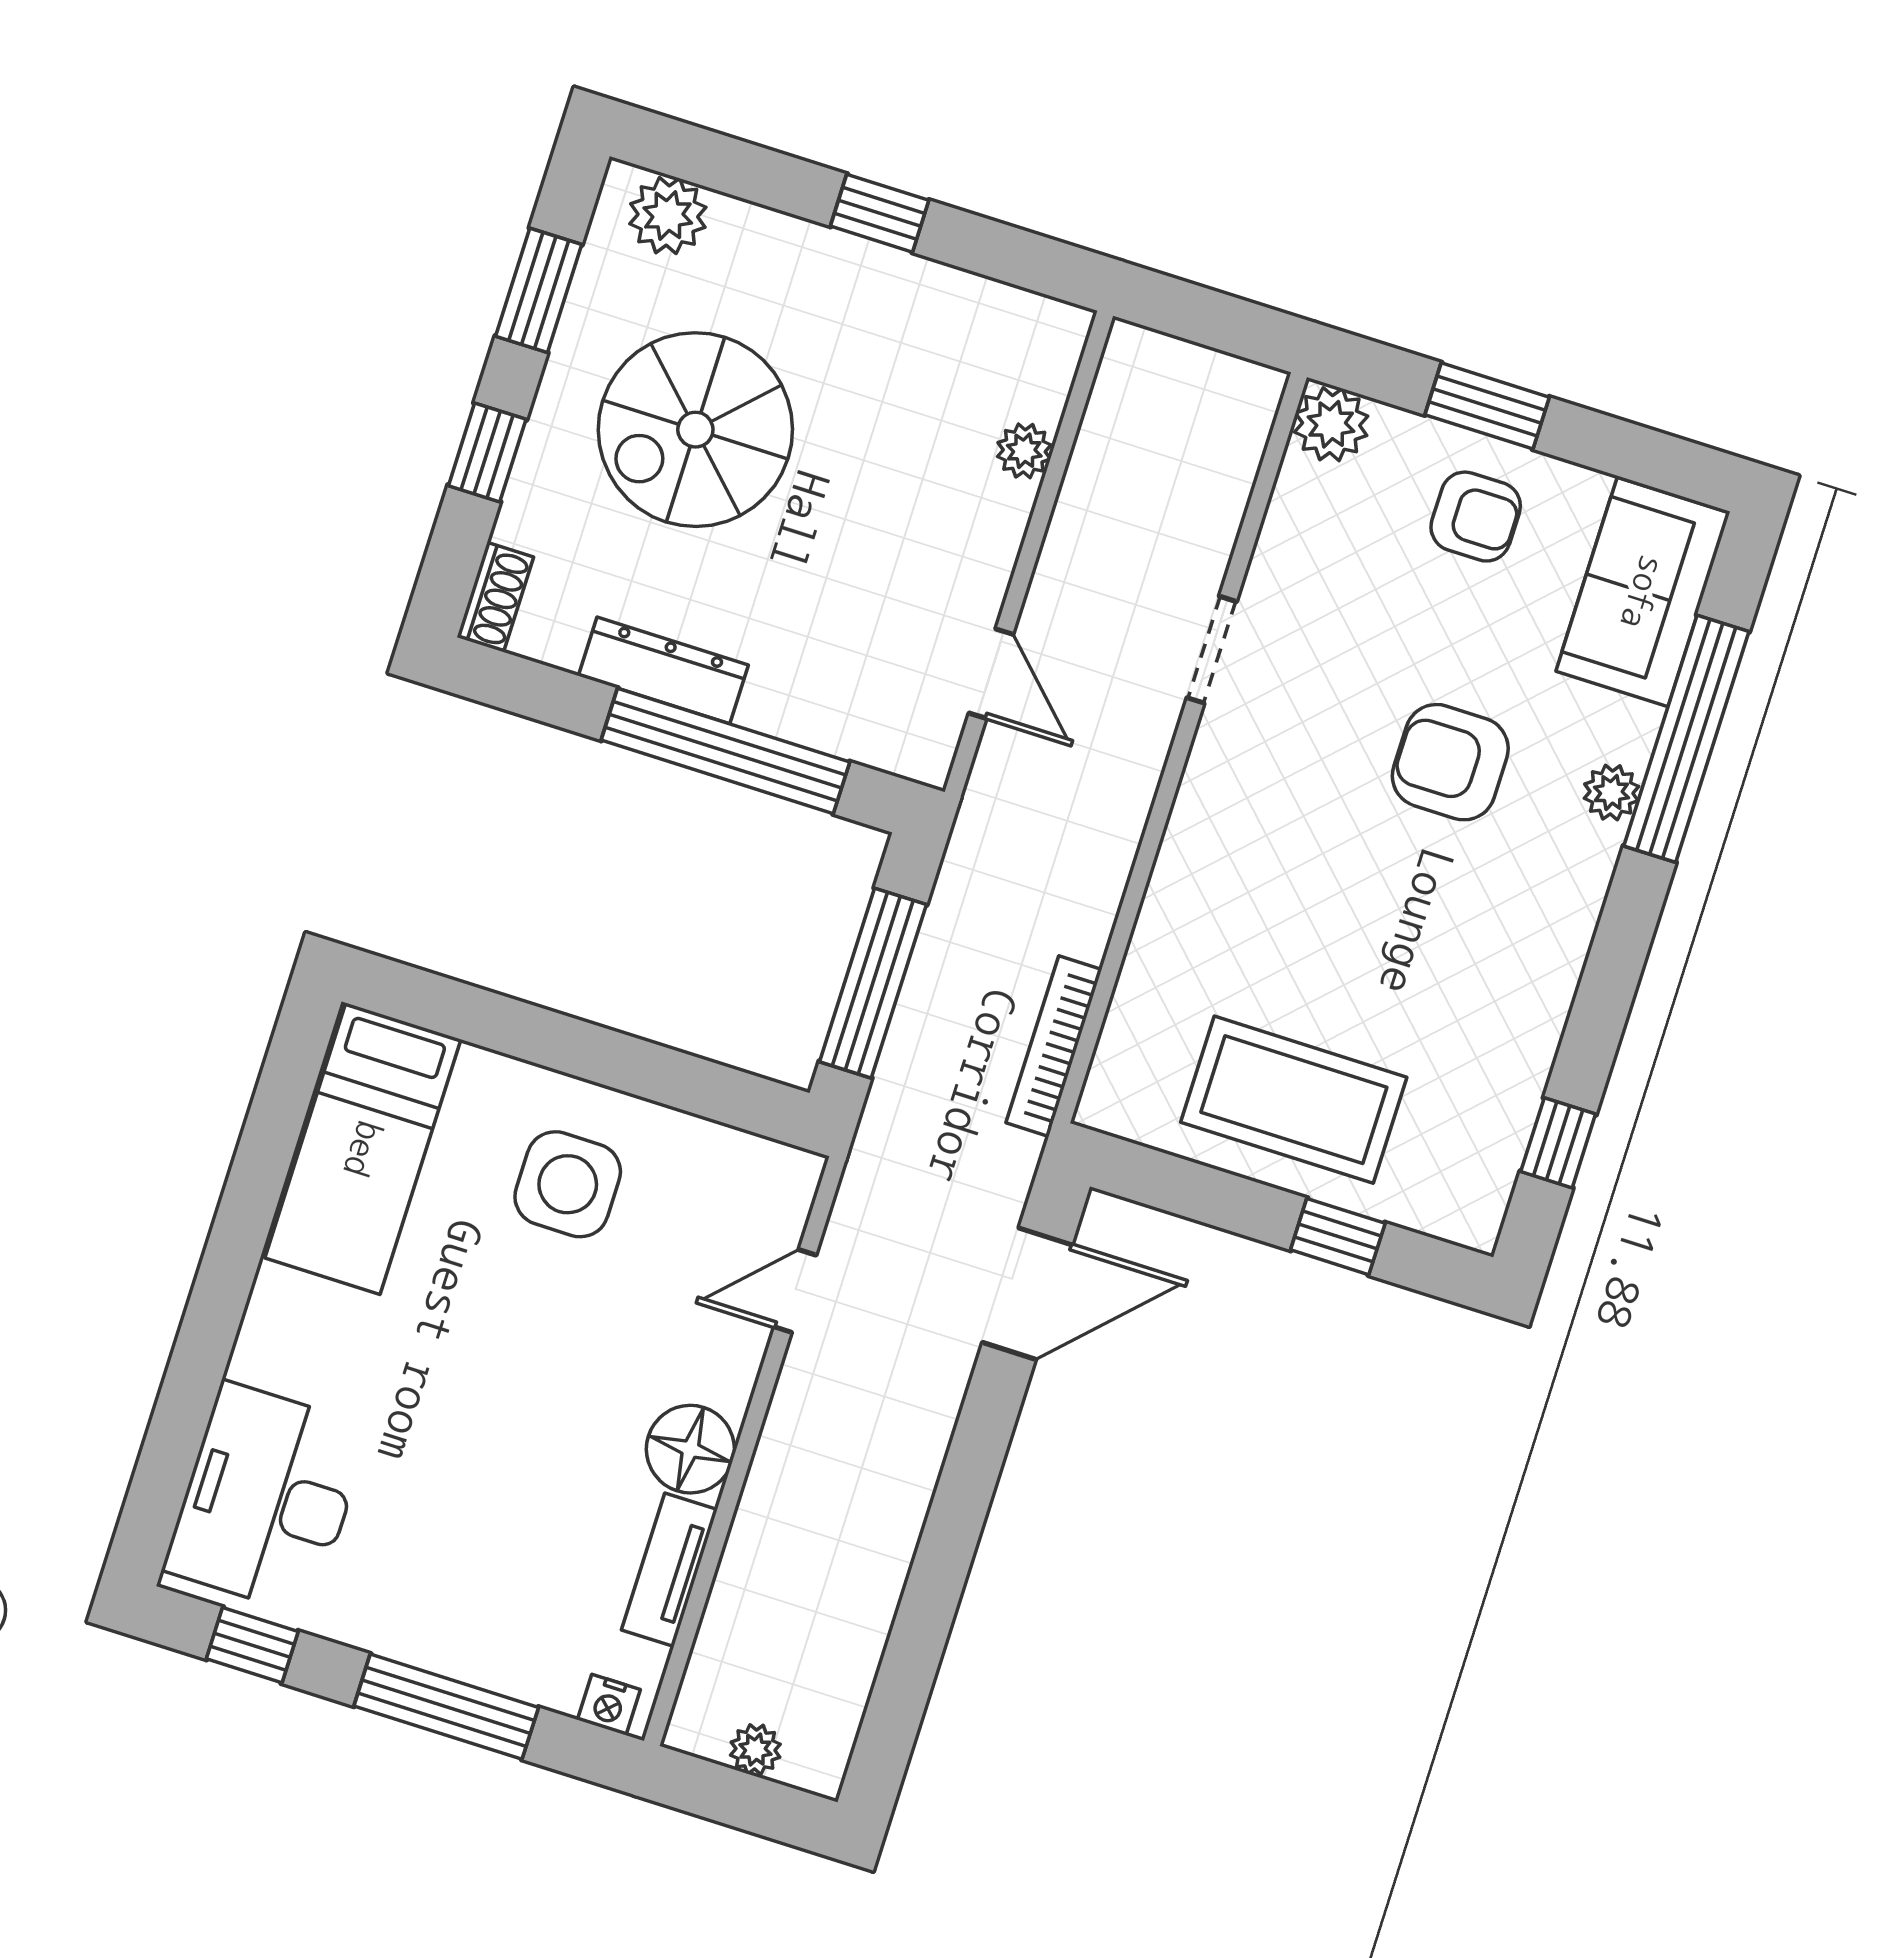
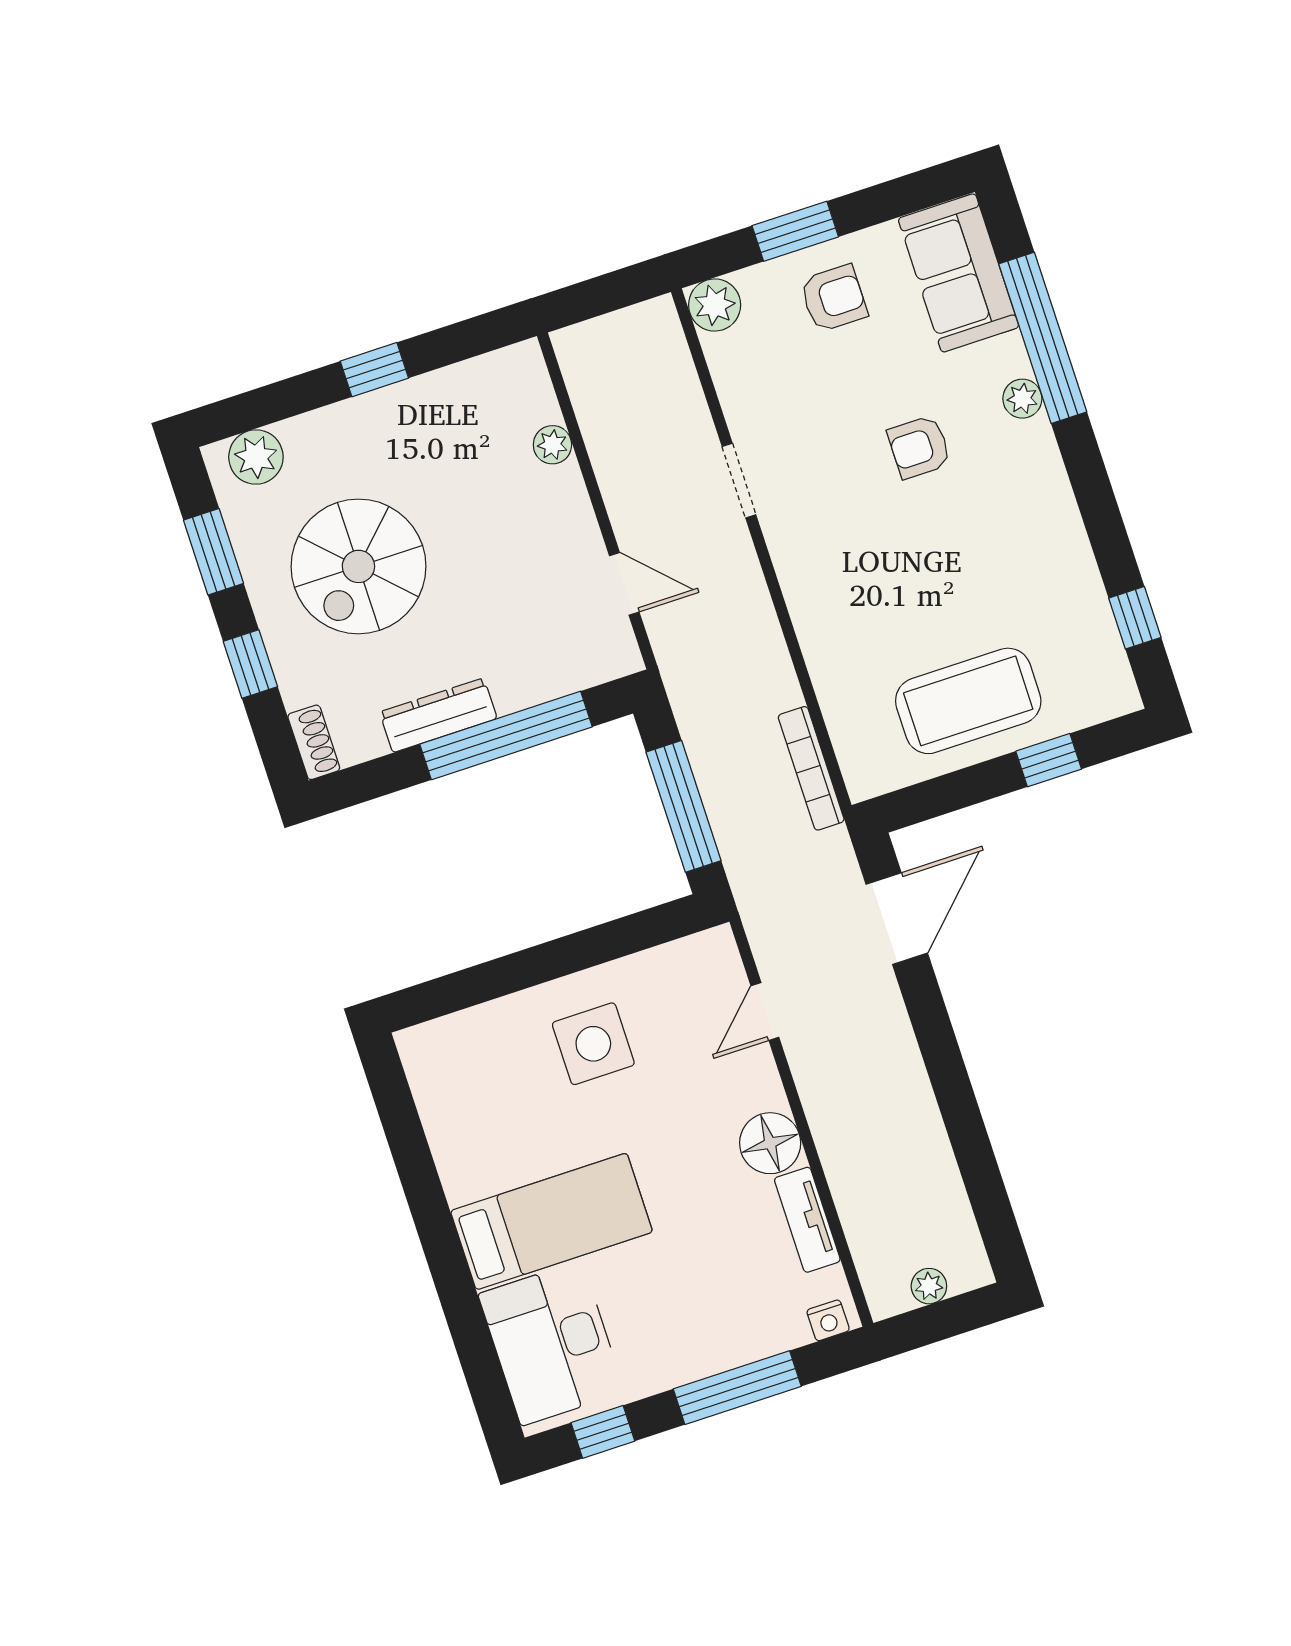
armchair: (1450, 762) -> (919, 447), width x0.72, depth x0.72
bed: (363, 1149) -> (551, 1221), moved, turned -90

